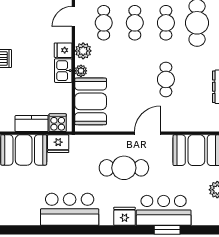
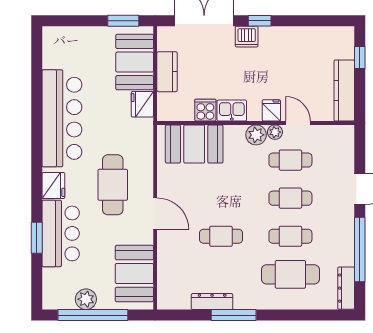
fridge: (63, 50) -> (271, 110), moved
plant: (81, 71) -> (275, 132), moved
cooker: (58, 123) -> (205, 110), moved, turned -90
bar counter: (70, 209) -> (62, 118), width x1.36

